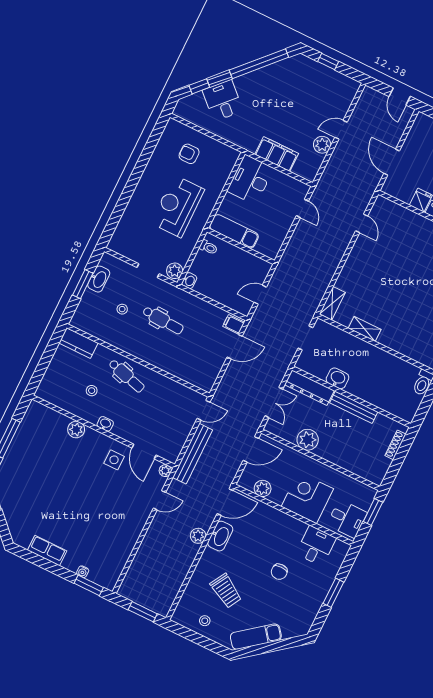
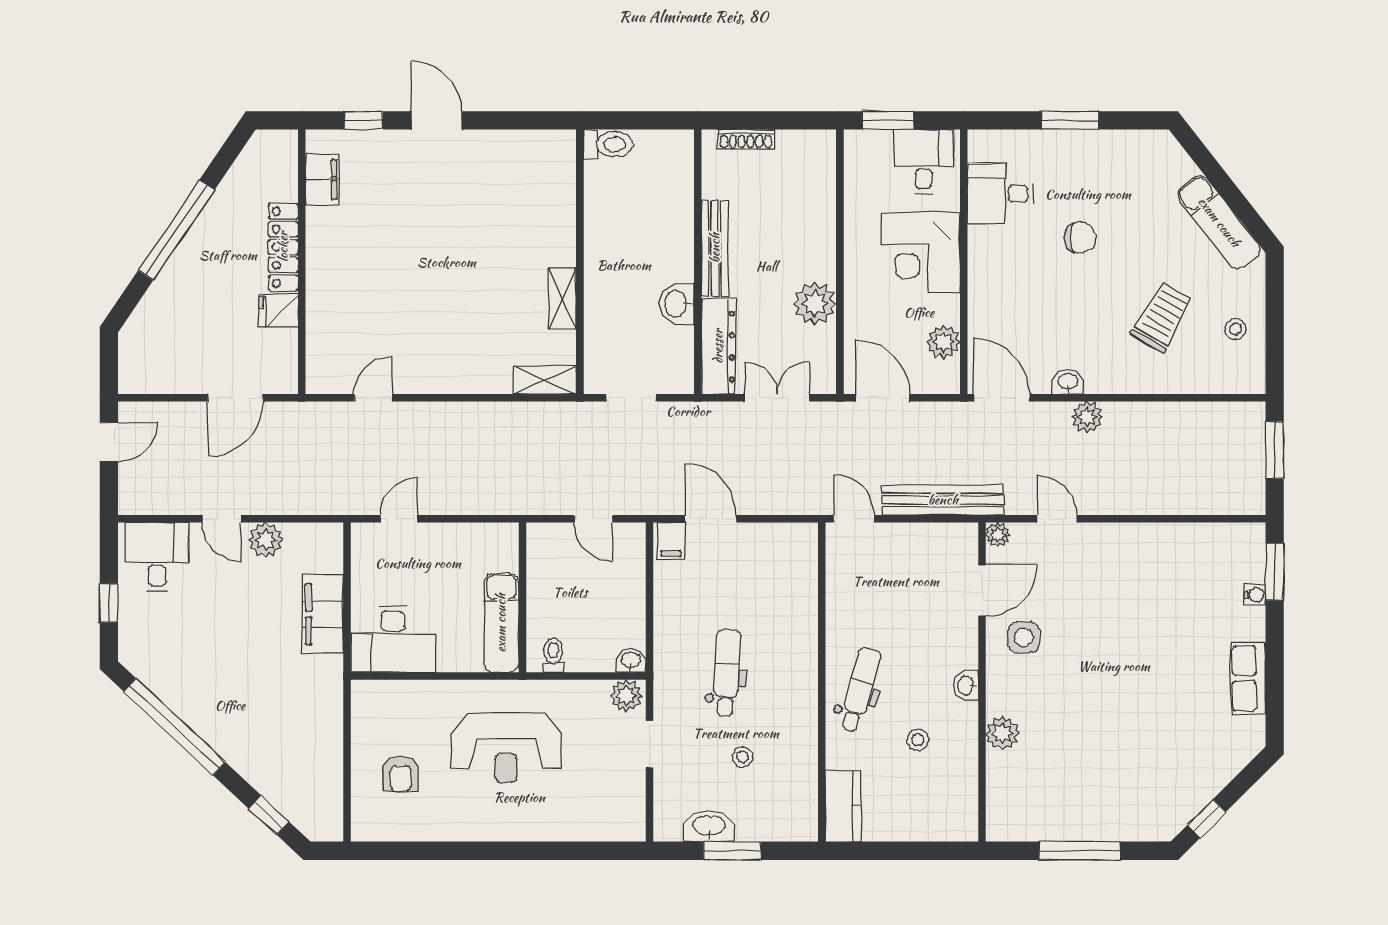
desk: (223, 100) -> (157, 557), moved, turned 137
washbasin: (220, 536) -> (1068, 382), width x0.52, depth x0.69

